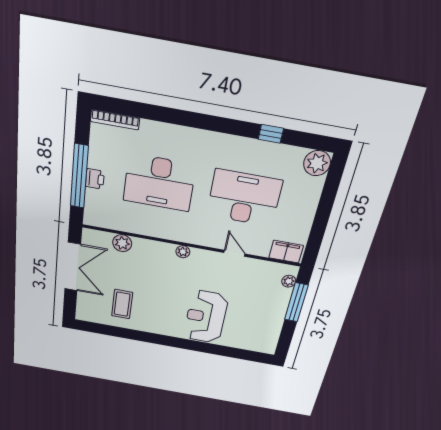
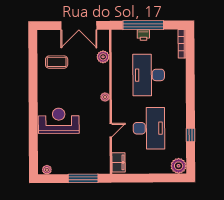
plant: (289, 281) -> (47, 170), moved

